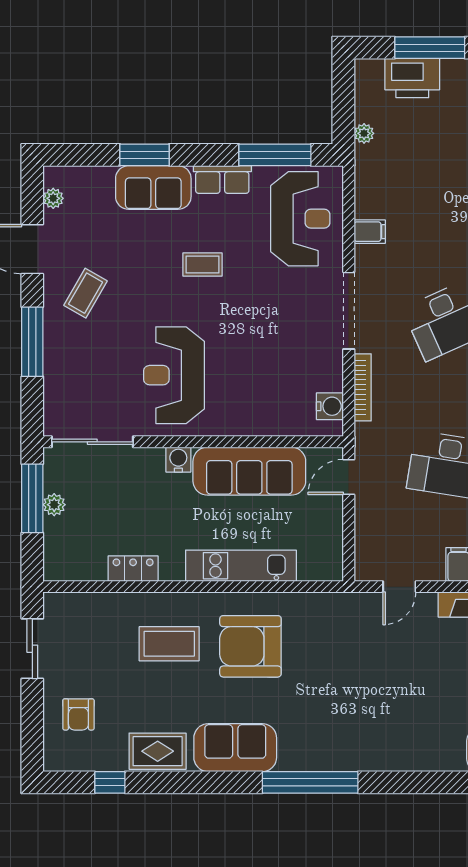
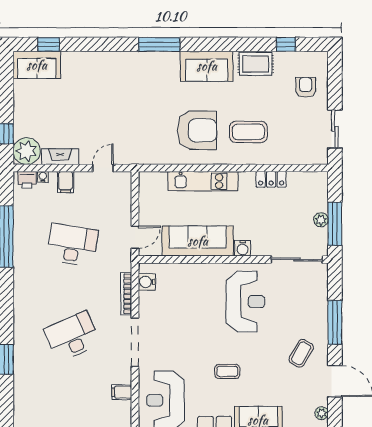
window: (310, 782) -> (159, 44), width x0.68

